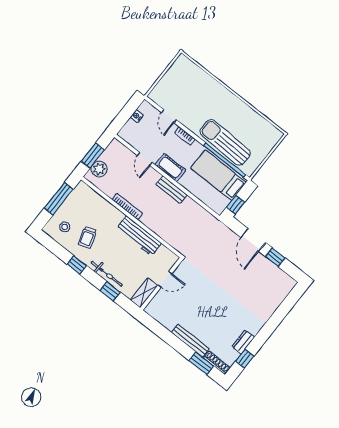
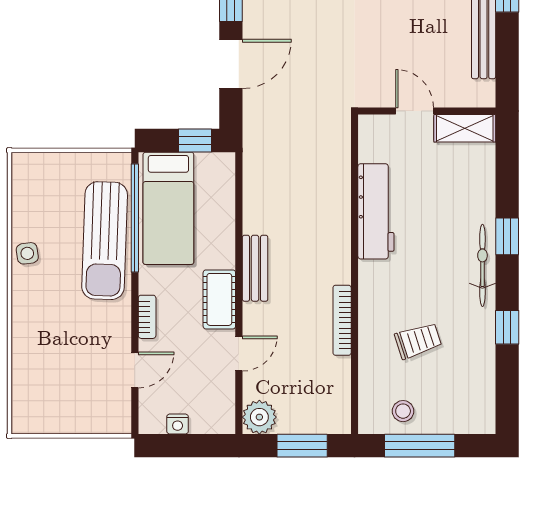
side table: (243, 110) -> (27, 253), added
plant: (99, 169) -> (259, 417), moved
stool: (65, 227) -> (403, 411), moved
workbench: (139, 236) -> (376, 211), moved
trolley: (87, 237) -> (418, 341), moved
door: (165, 279) -> (415, 111), moved
wall: (161, 284) -> (427, 111), moved
shelving: (144, 293) -> (465, 128), moved

